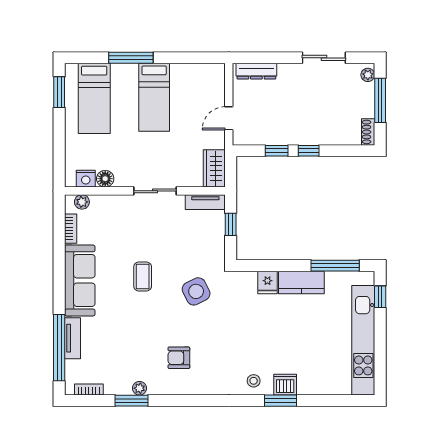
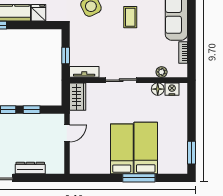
dresser: (256, 71) -> (30, 168), moved
bed: (94, 98) -> (146, 148), moved
plant: (82, 202) -> (162, 72), moved

